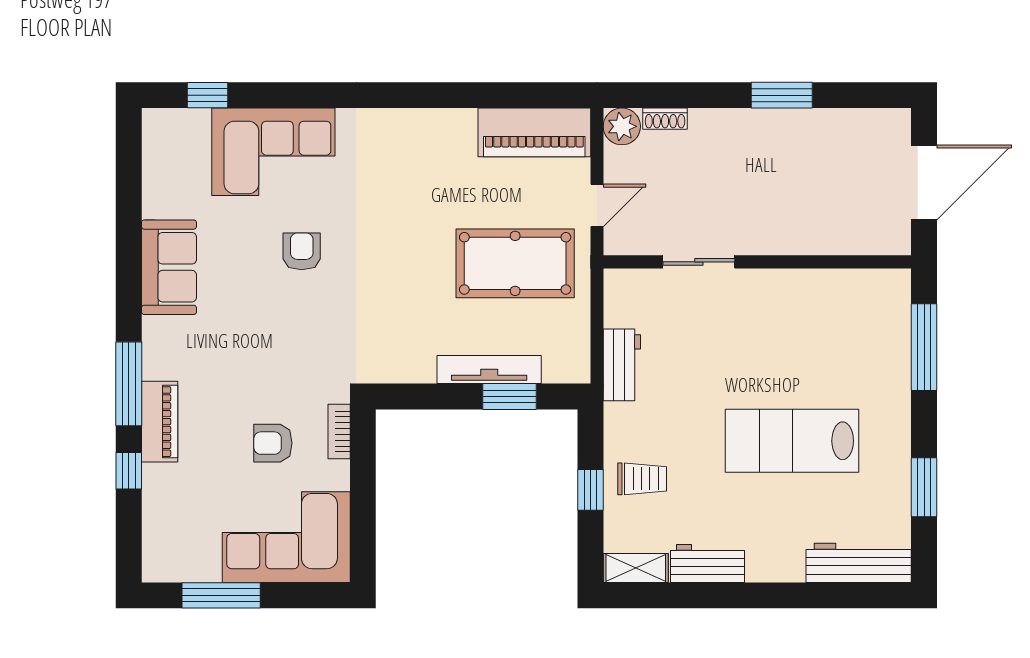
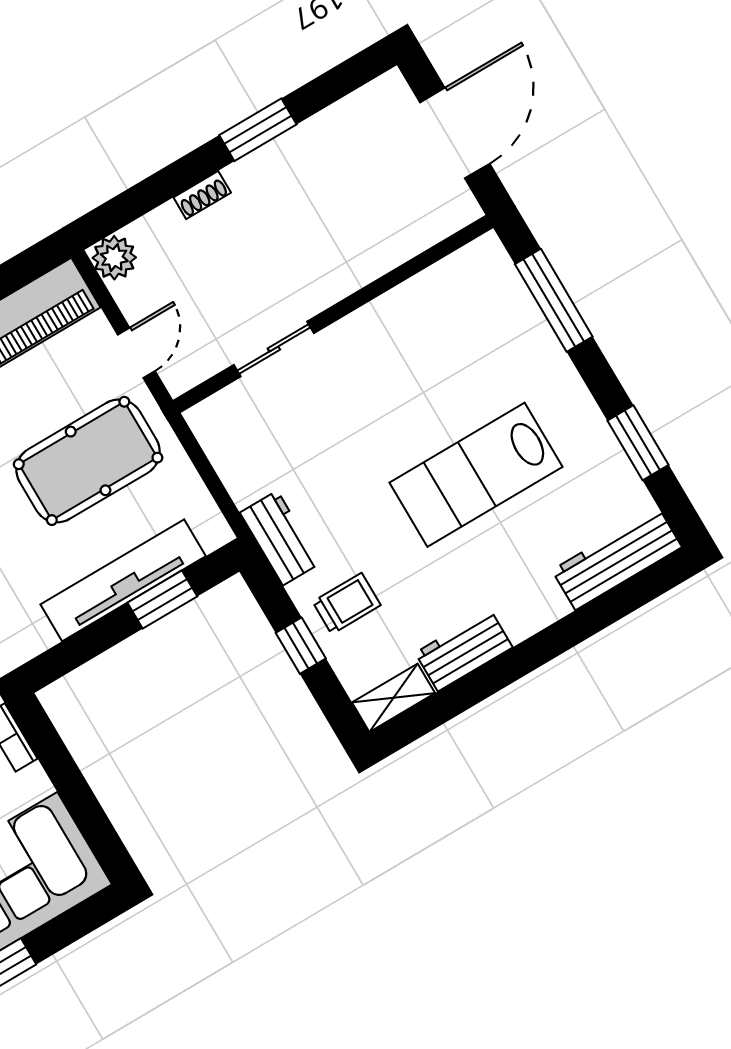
shoe rack: (665, 119) -> (202, 195), moved
workbench: (622, 365) -> (280, 538), moved
tv unit: (489, 370) -> (123, 580), width x1.36, depth x1.29

